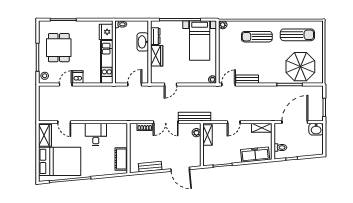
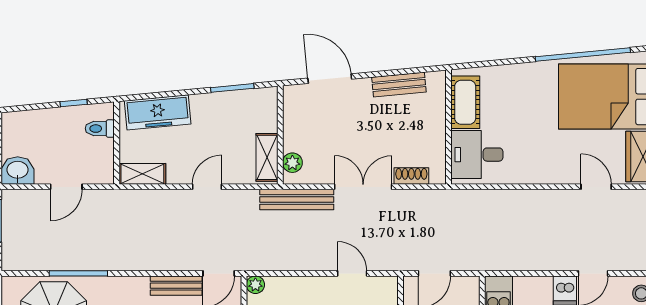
door: (171, 84) -> (352, 273), hinge flipped
door: (295, 122) -> (66, 187), width x0.53
desk: (96, 134) -> (477, 155), moved, turned 90

